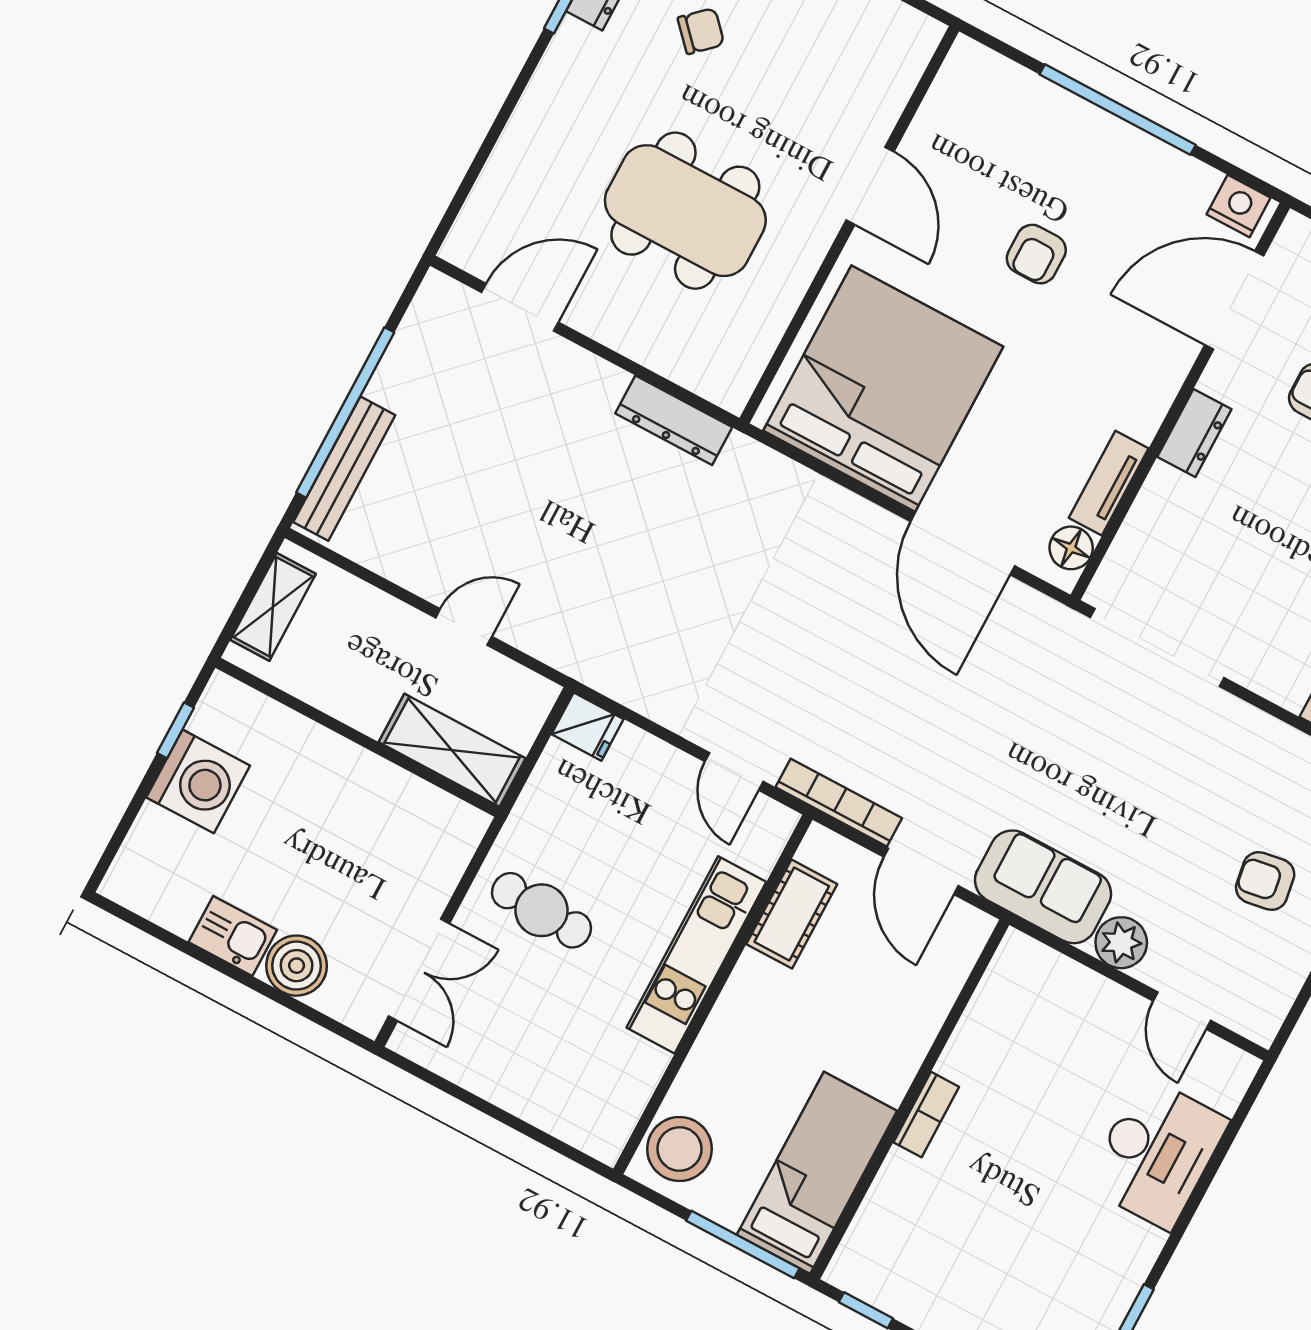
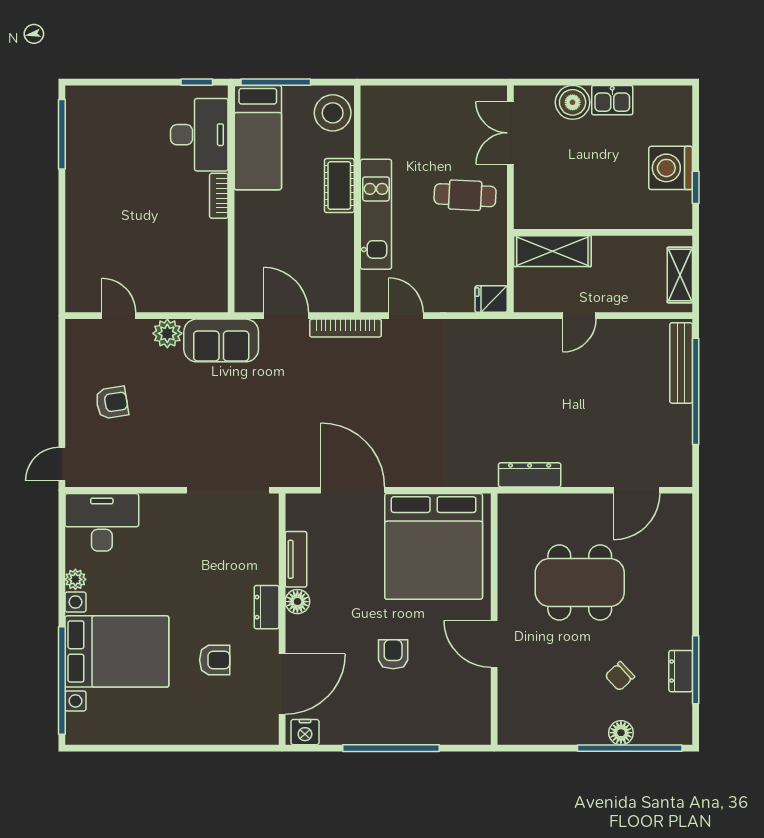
floor lamp: (1071, 548) -> (297, 602), moved
cot: (792, 914) -> (339, 186), moved
desk: (1157, 1153) -> (199, 135), moved, turned 180

